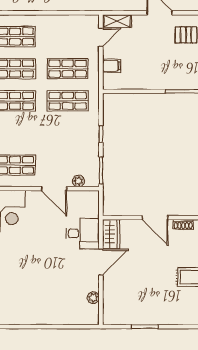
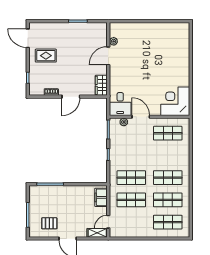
filing cabinet: (112, 66) -> (101, 197), width x2.00
door: (155, 218) -> (71, 97), swing flipped
desk: (82, 233) -> (120, 104), moved, turned -90
door: (101, 262) -> (108, 56), moved

